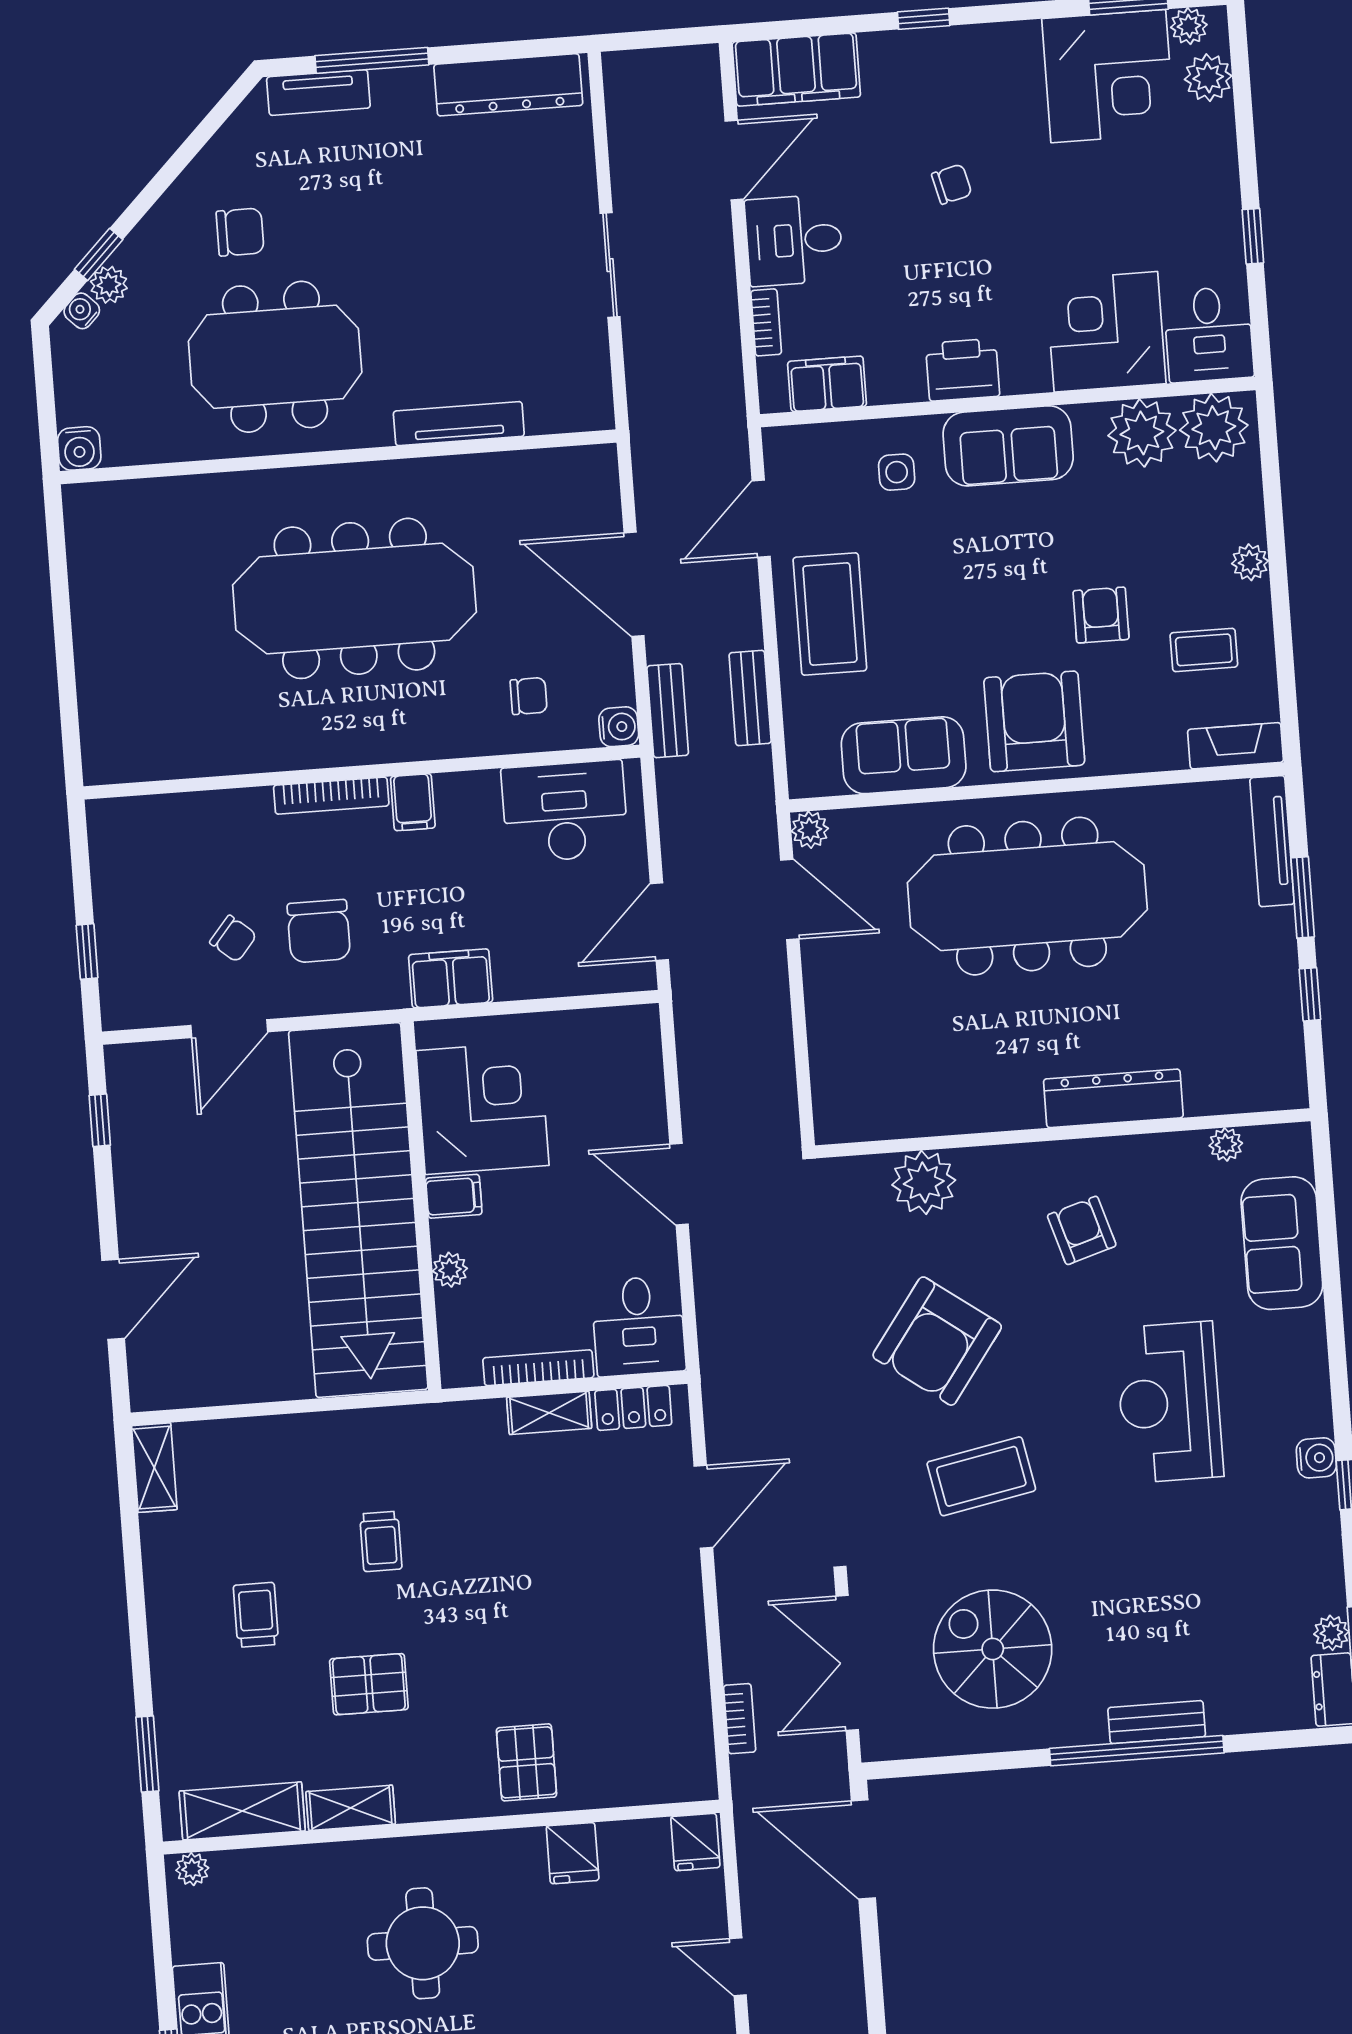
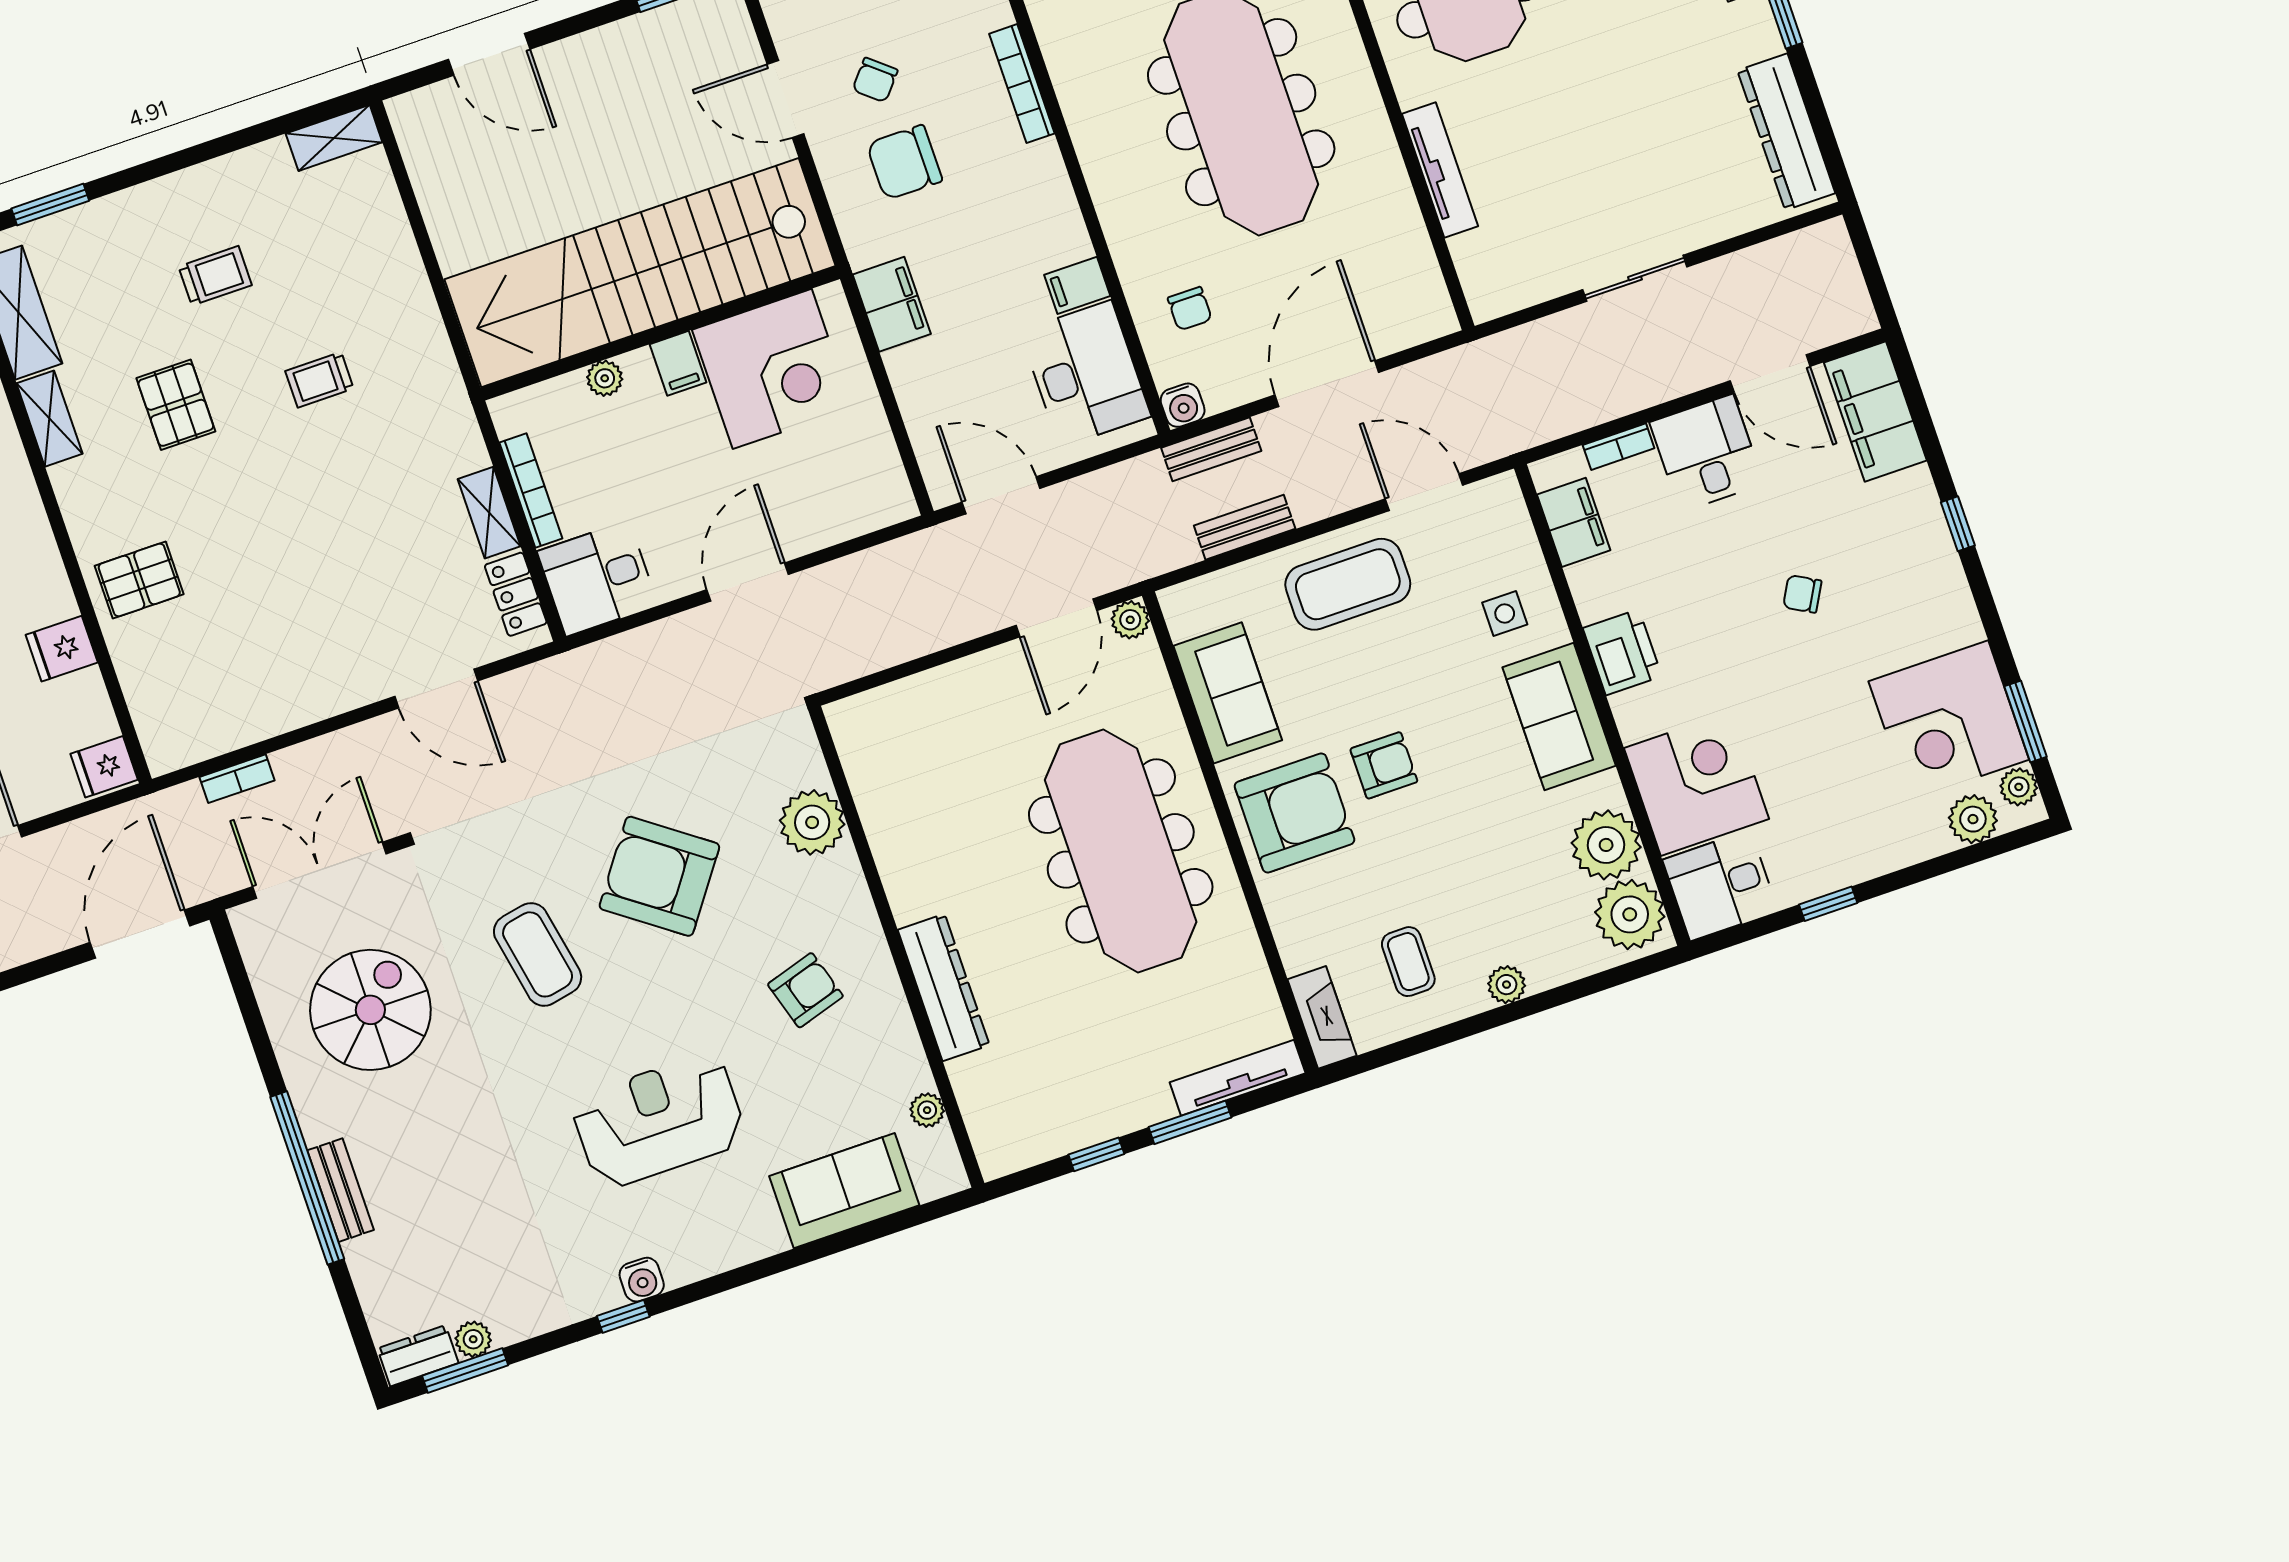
chair: (952, 184) -> (1802, 594), turned 133
armchair: (1101, 615) -> (1384, 765), moved
bookcase: (331, 796) -> (1022, 84), moved
filing cabinet: (413, 802) -> (1077, 285), moved

